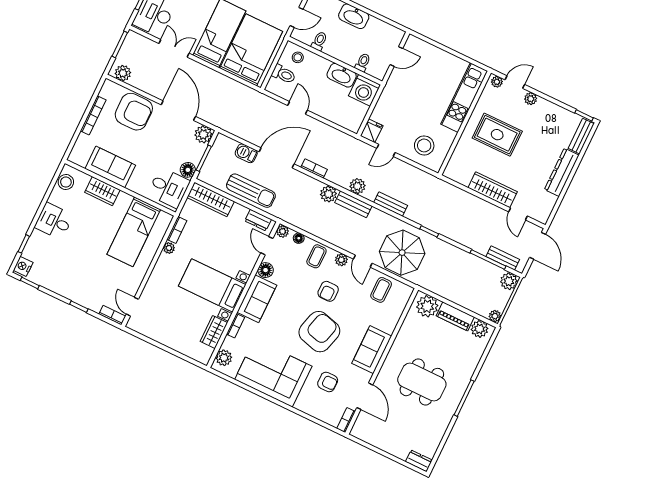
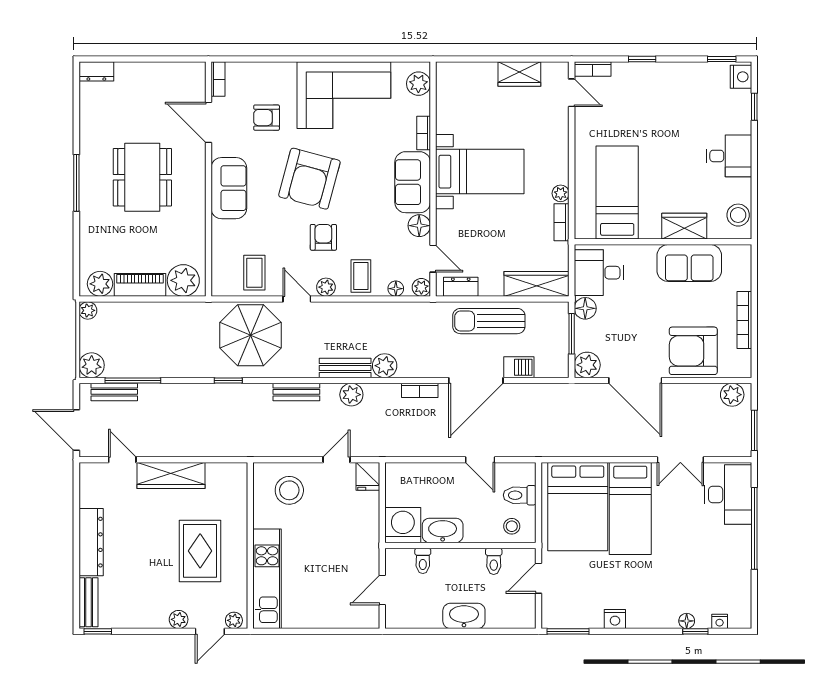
rug: (497, 135) -> (200, 551), turned 90
wardrobe: (214, 332) -> (519, 74), moved, turned 90
dining table: (422, 382) -> (142, 177), turned 90

